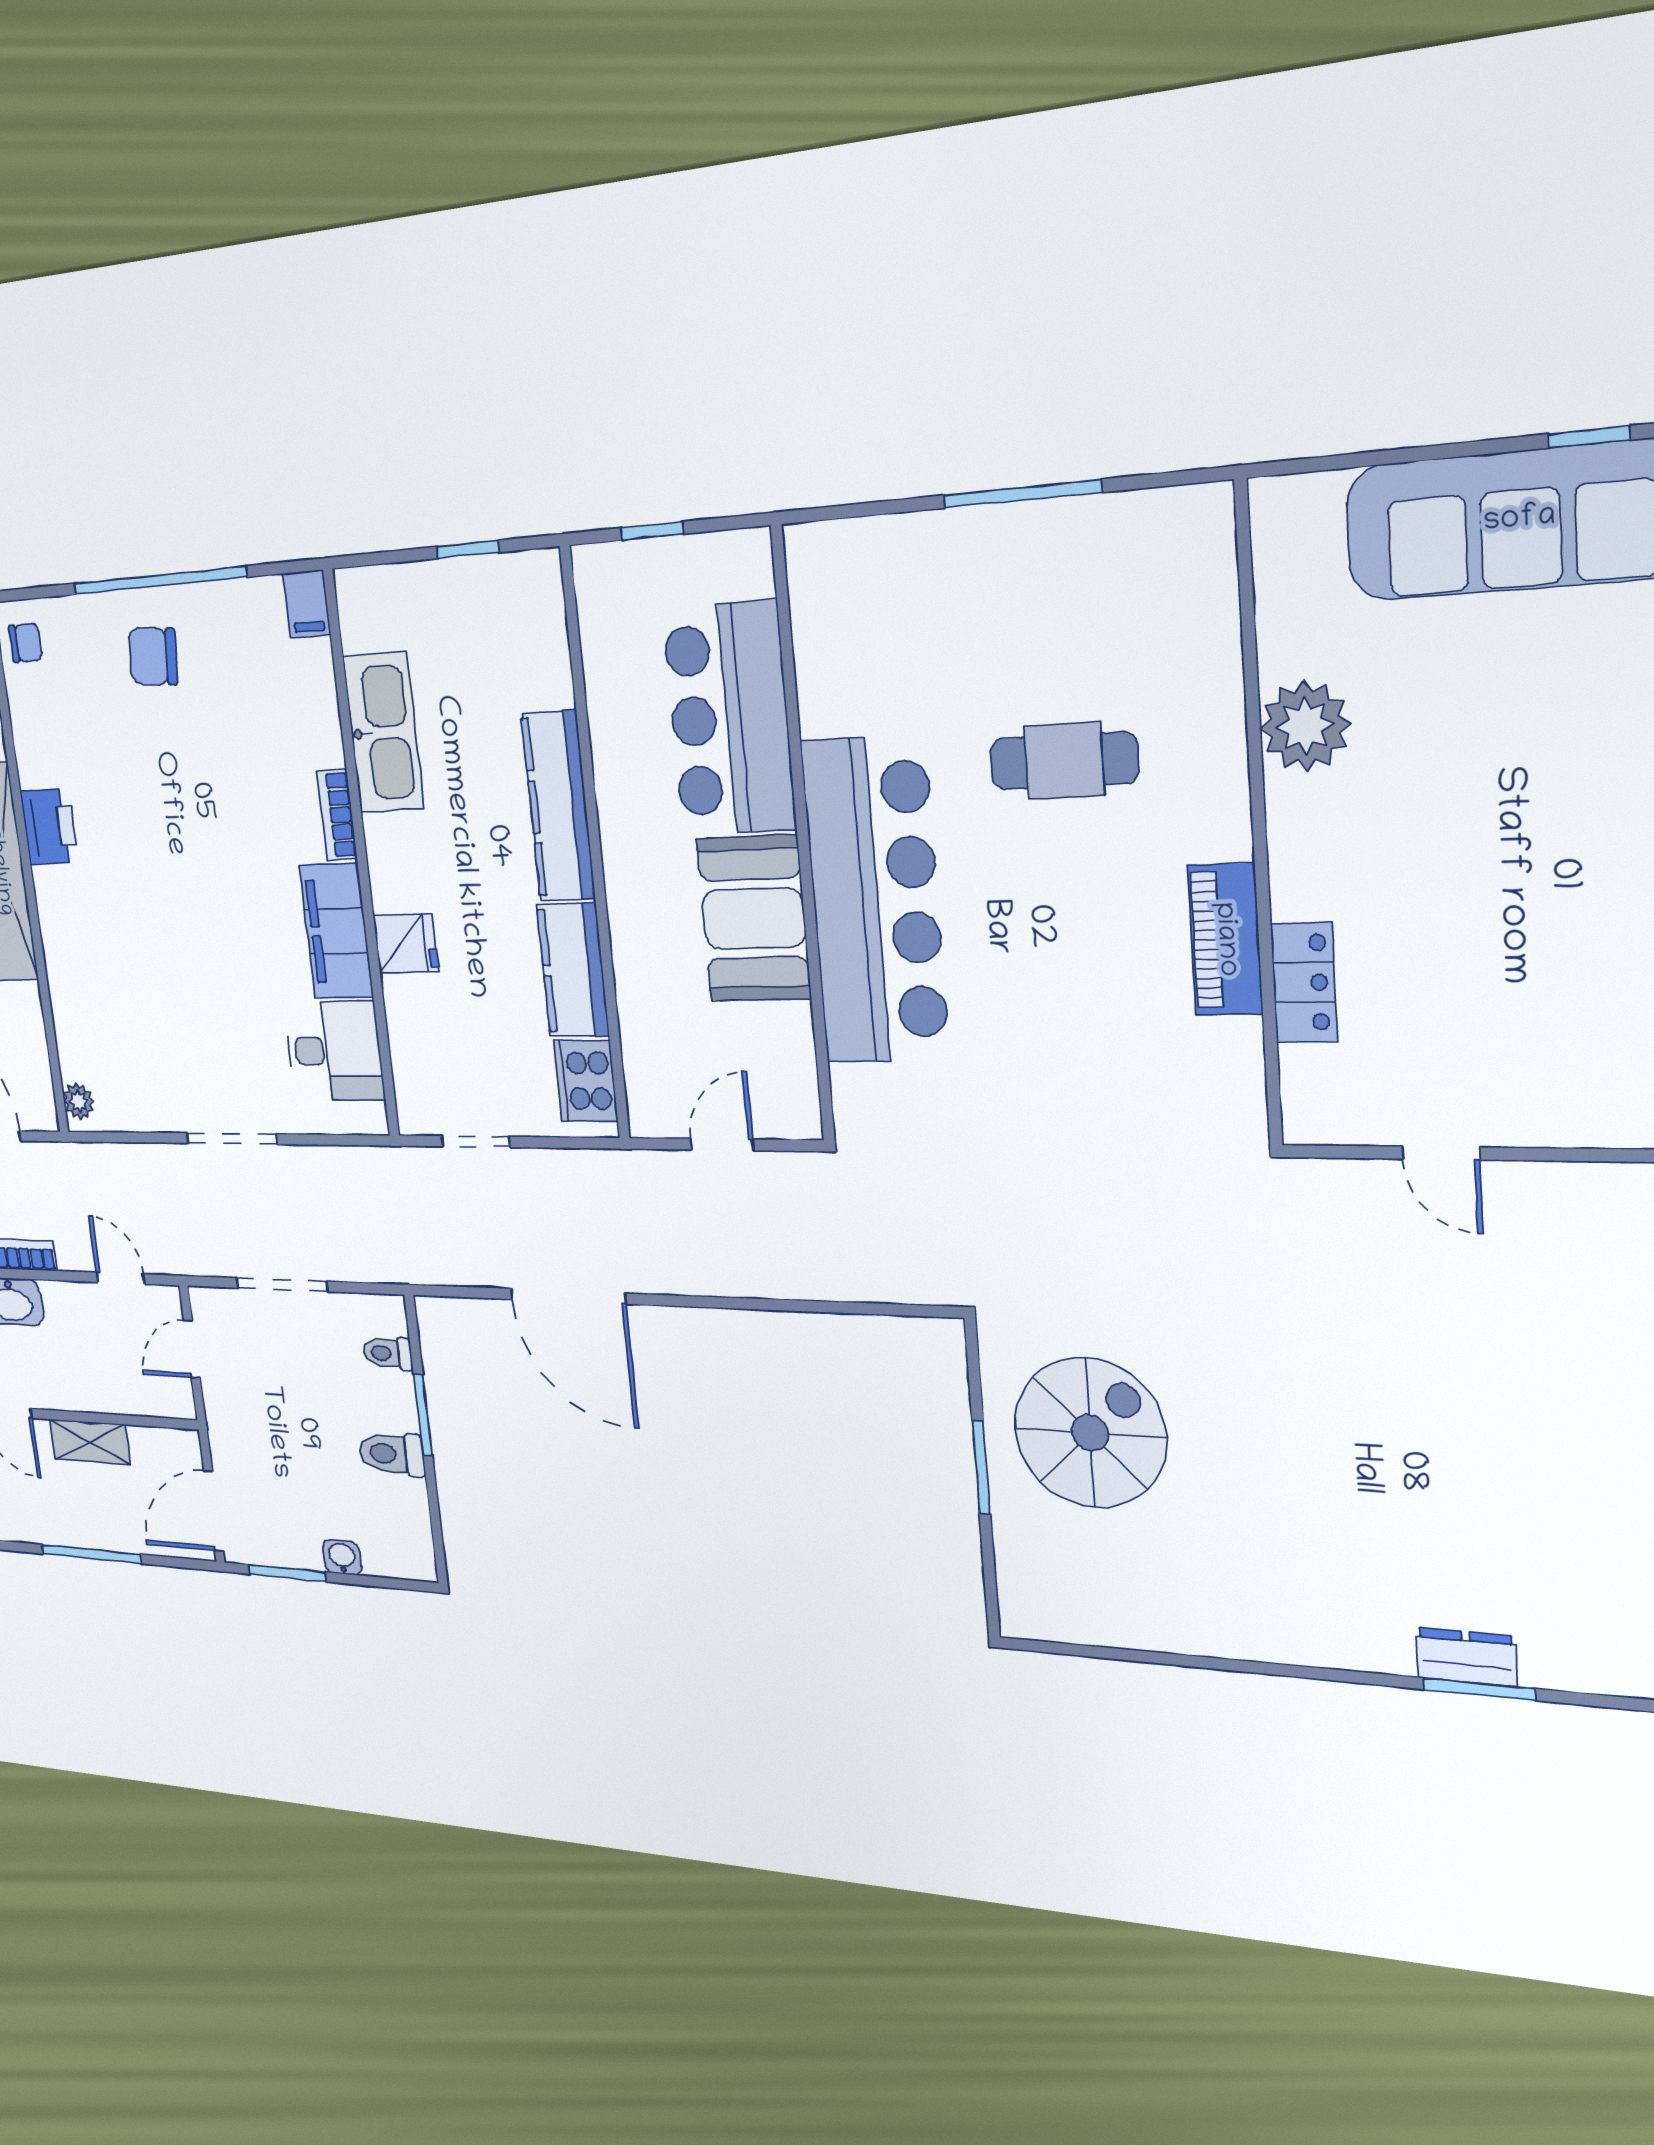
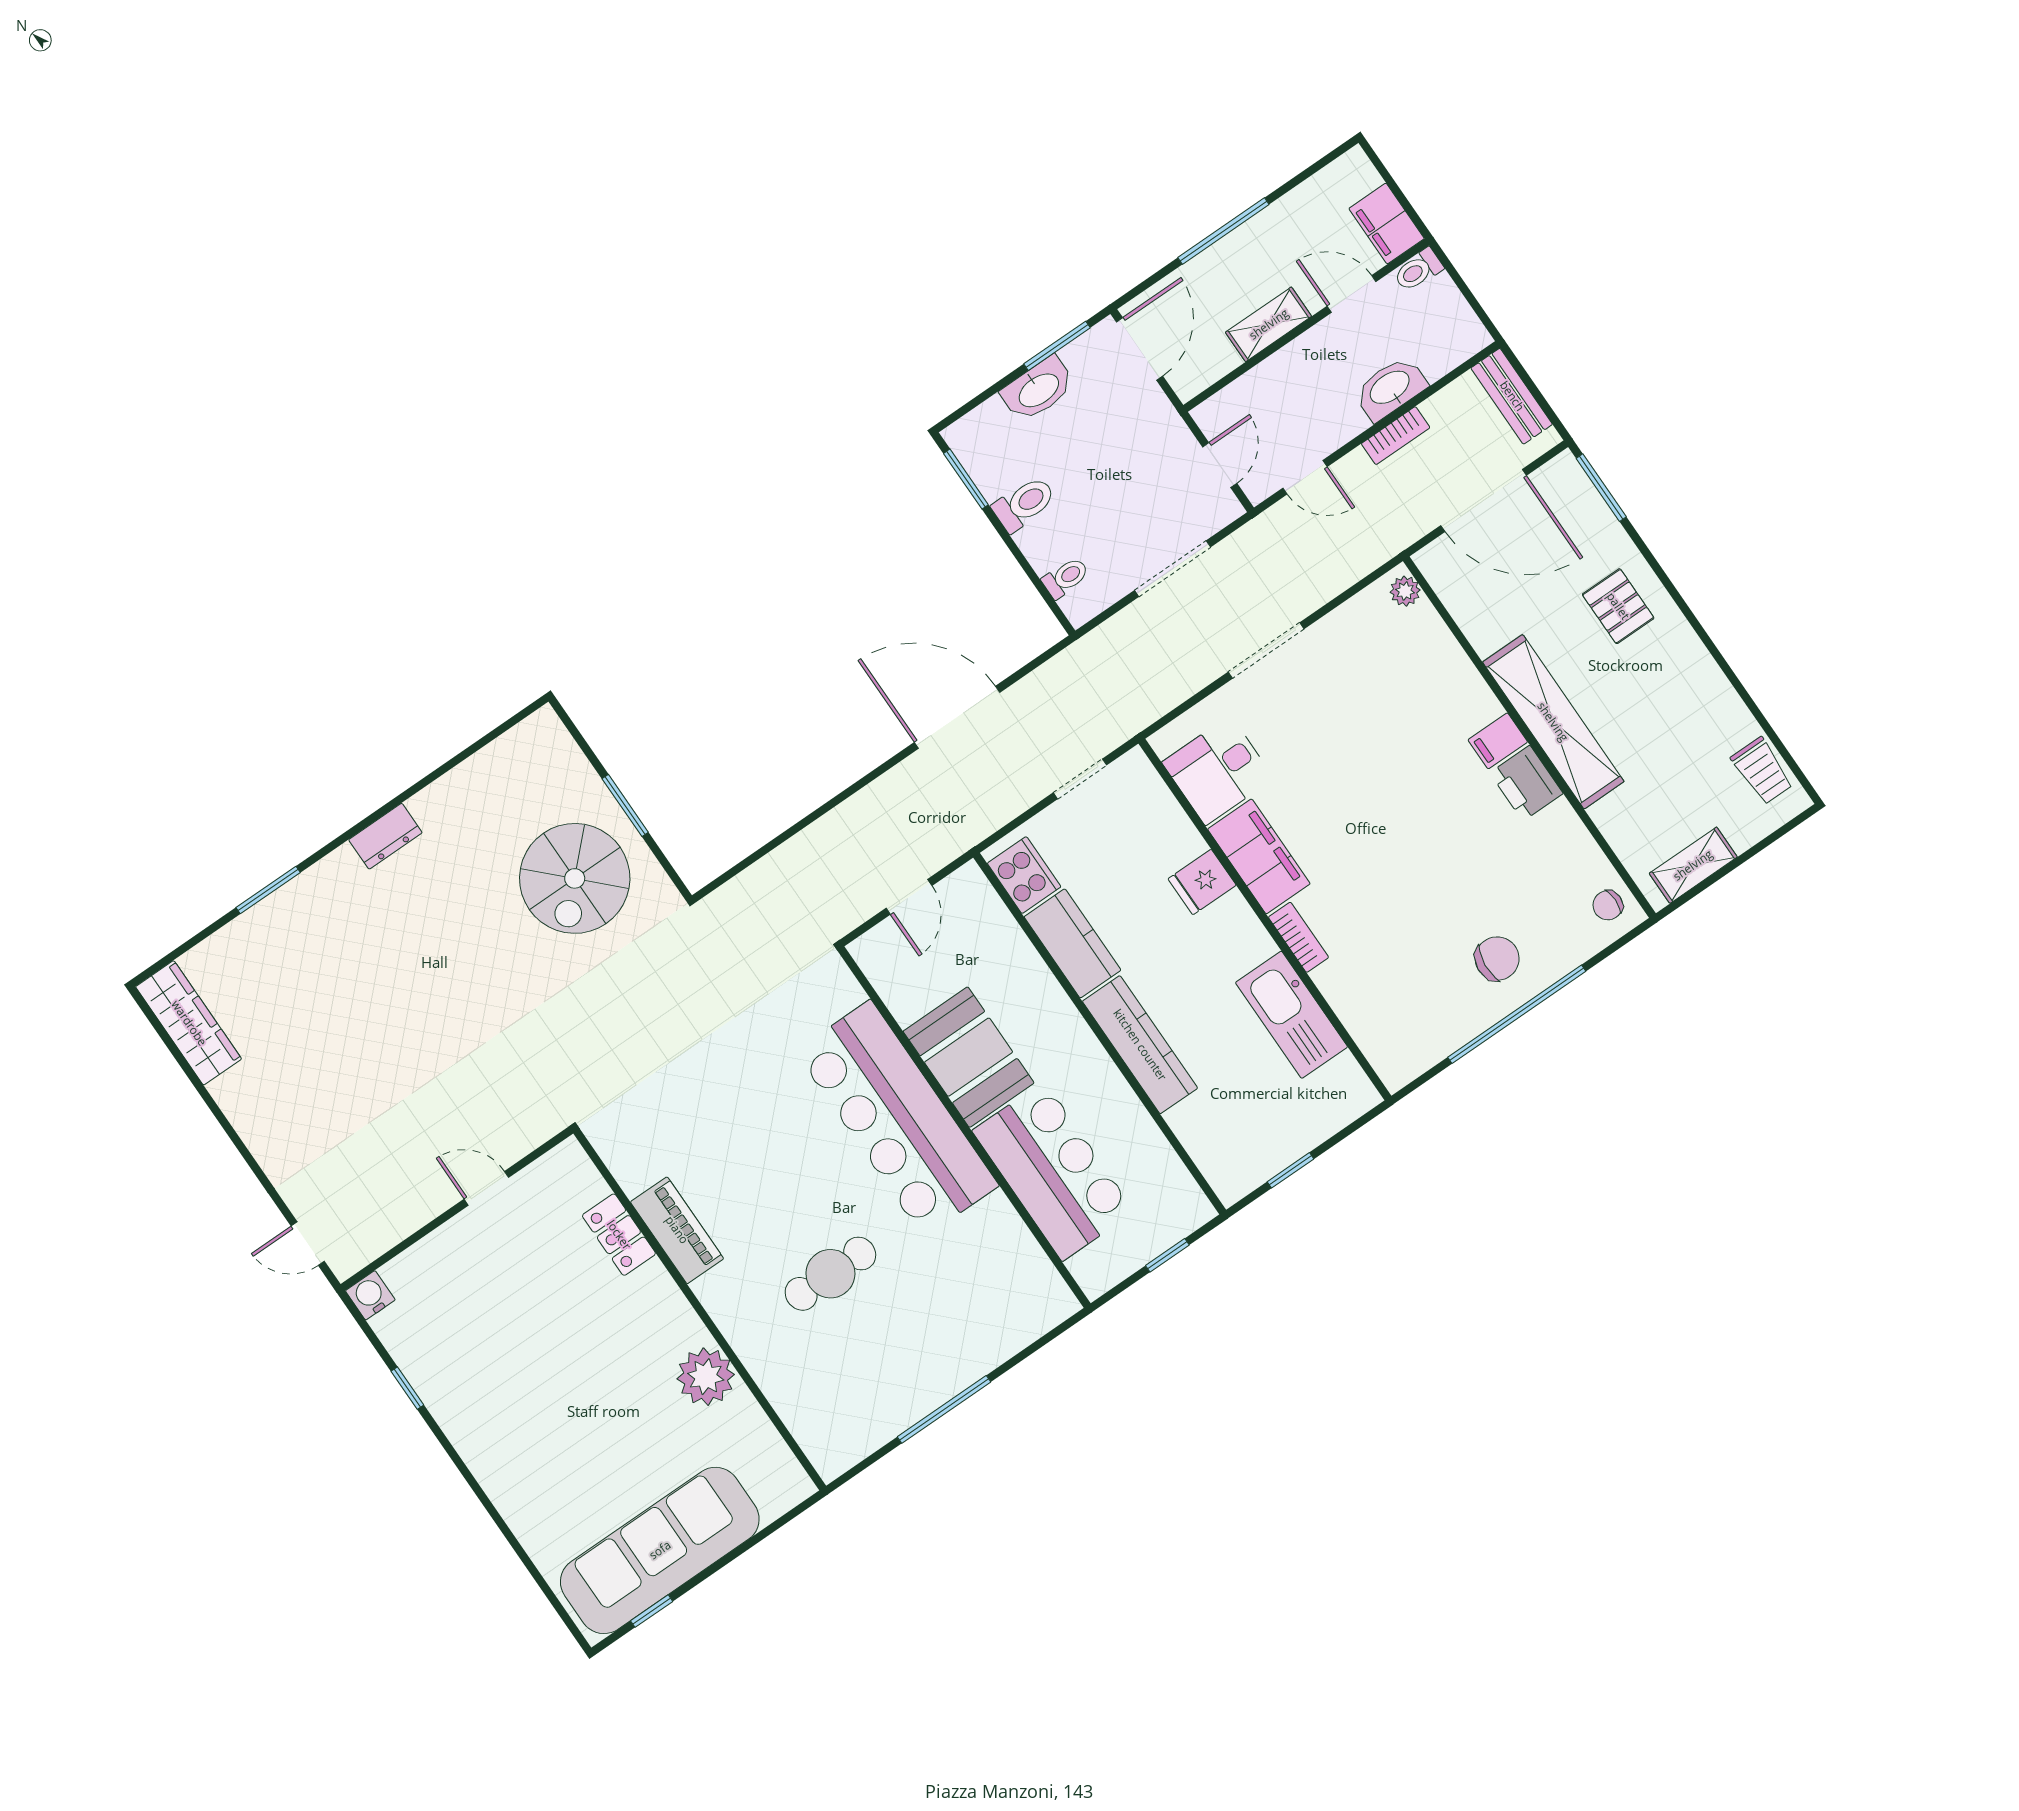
filing cabinet: (307, 604) -> (1498, 741), moved, turned -90
window: (423, 1415) -> (966, 479), moved
washbasin: (342, 1557) -> (1038, 389), width x1.91, depth x1.45
dresser: (1466, 1657) -> (385, 836), moved

